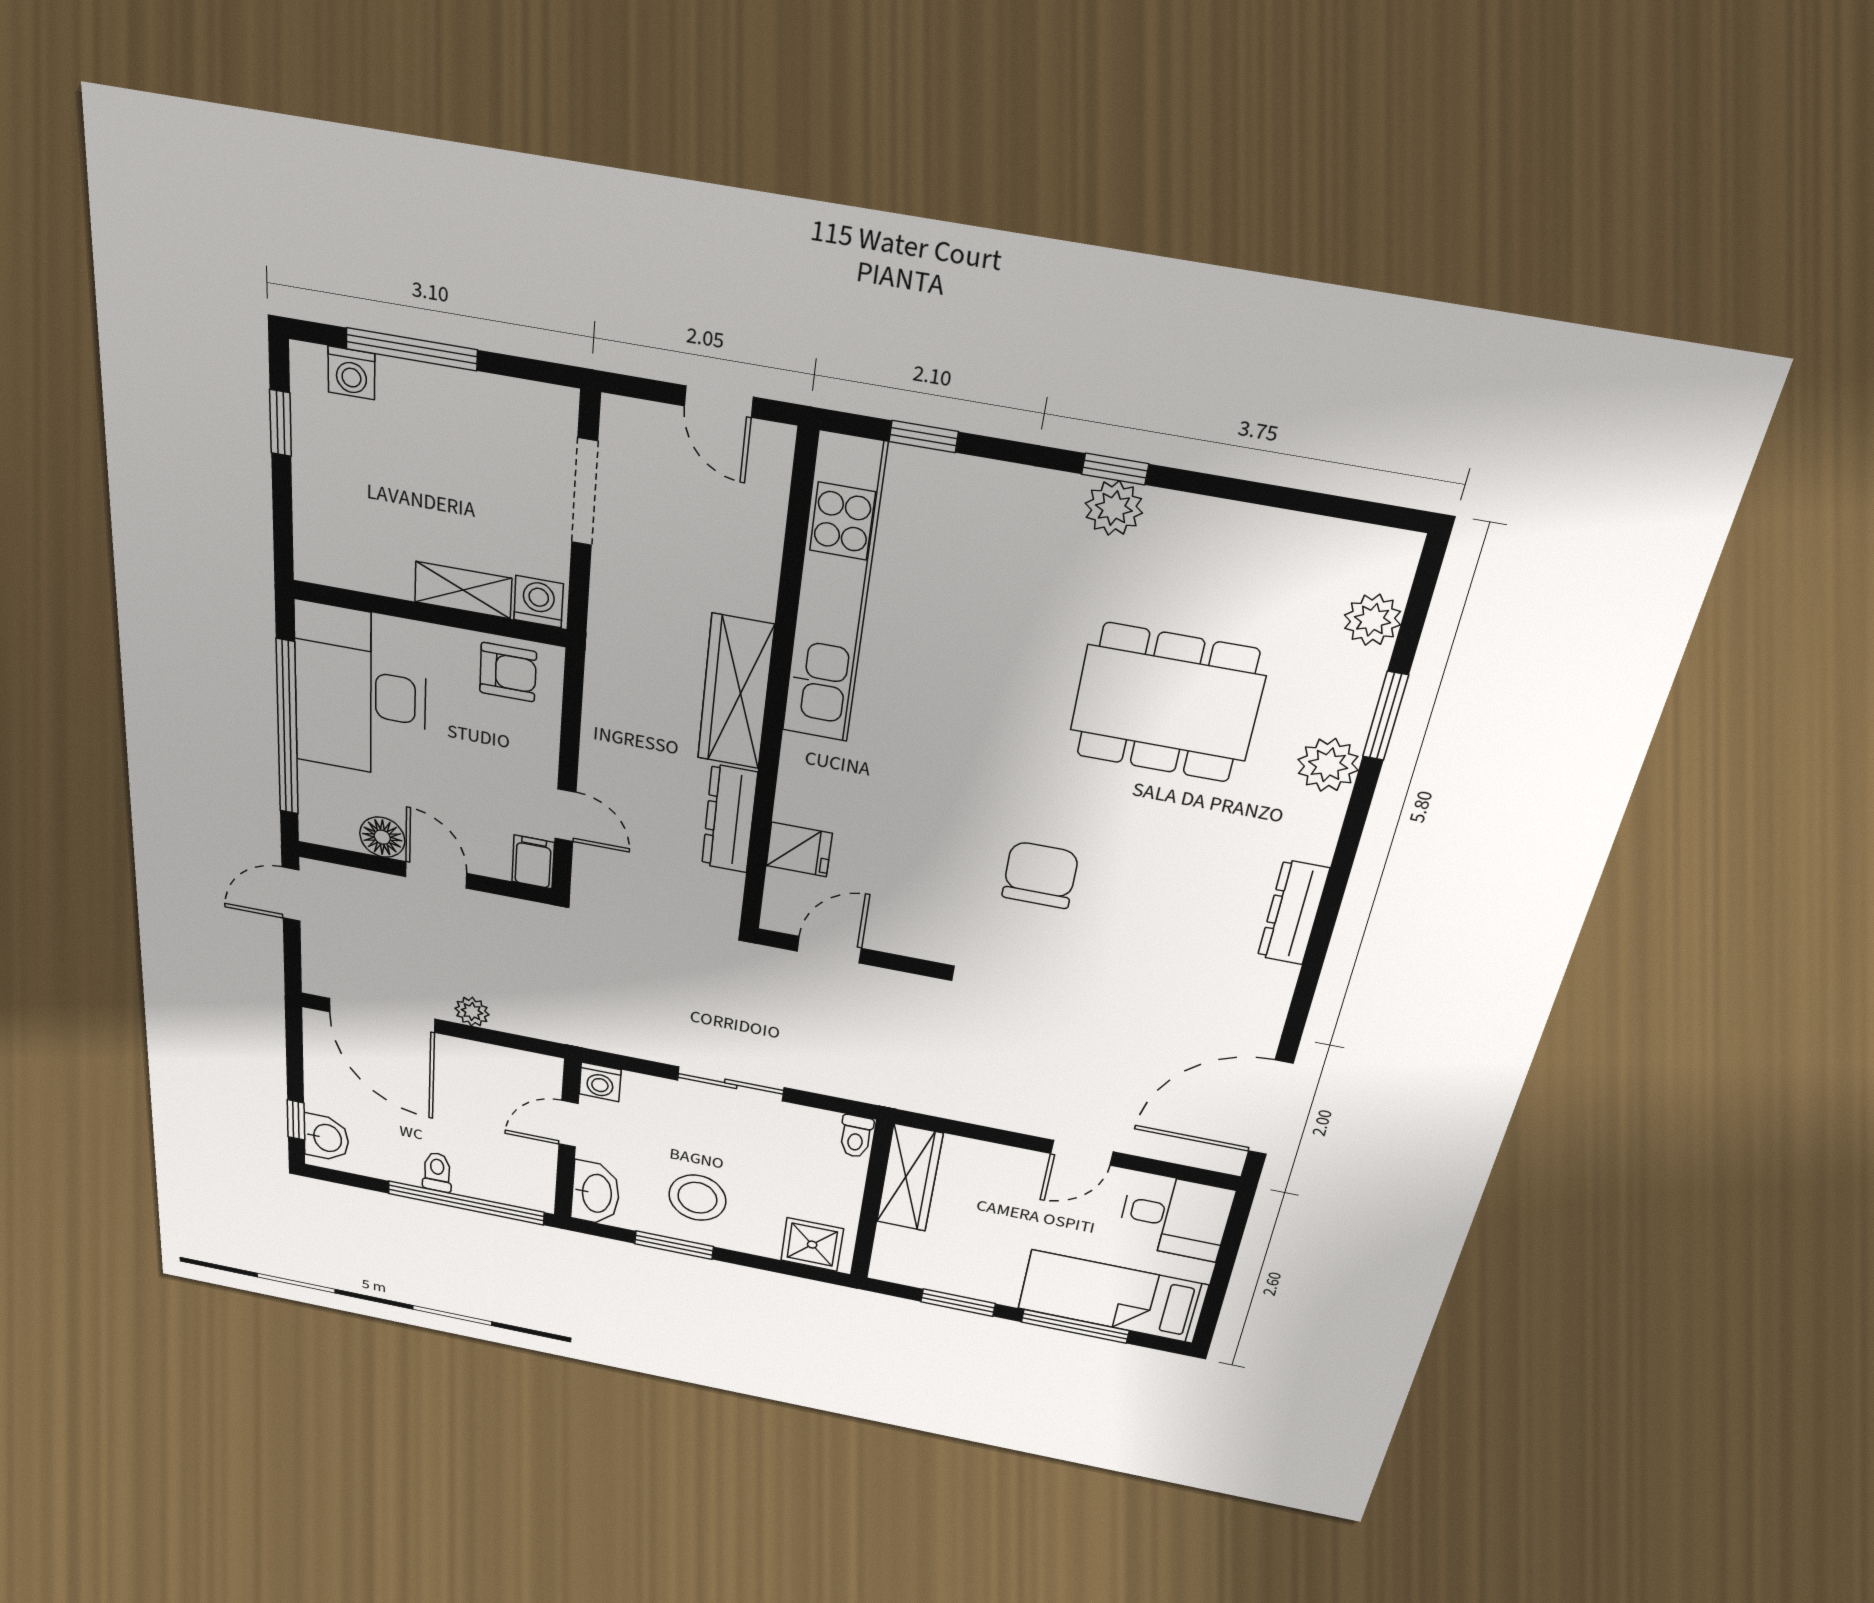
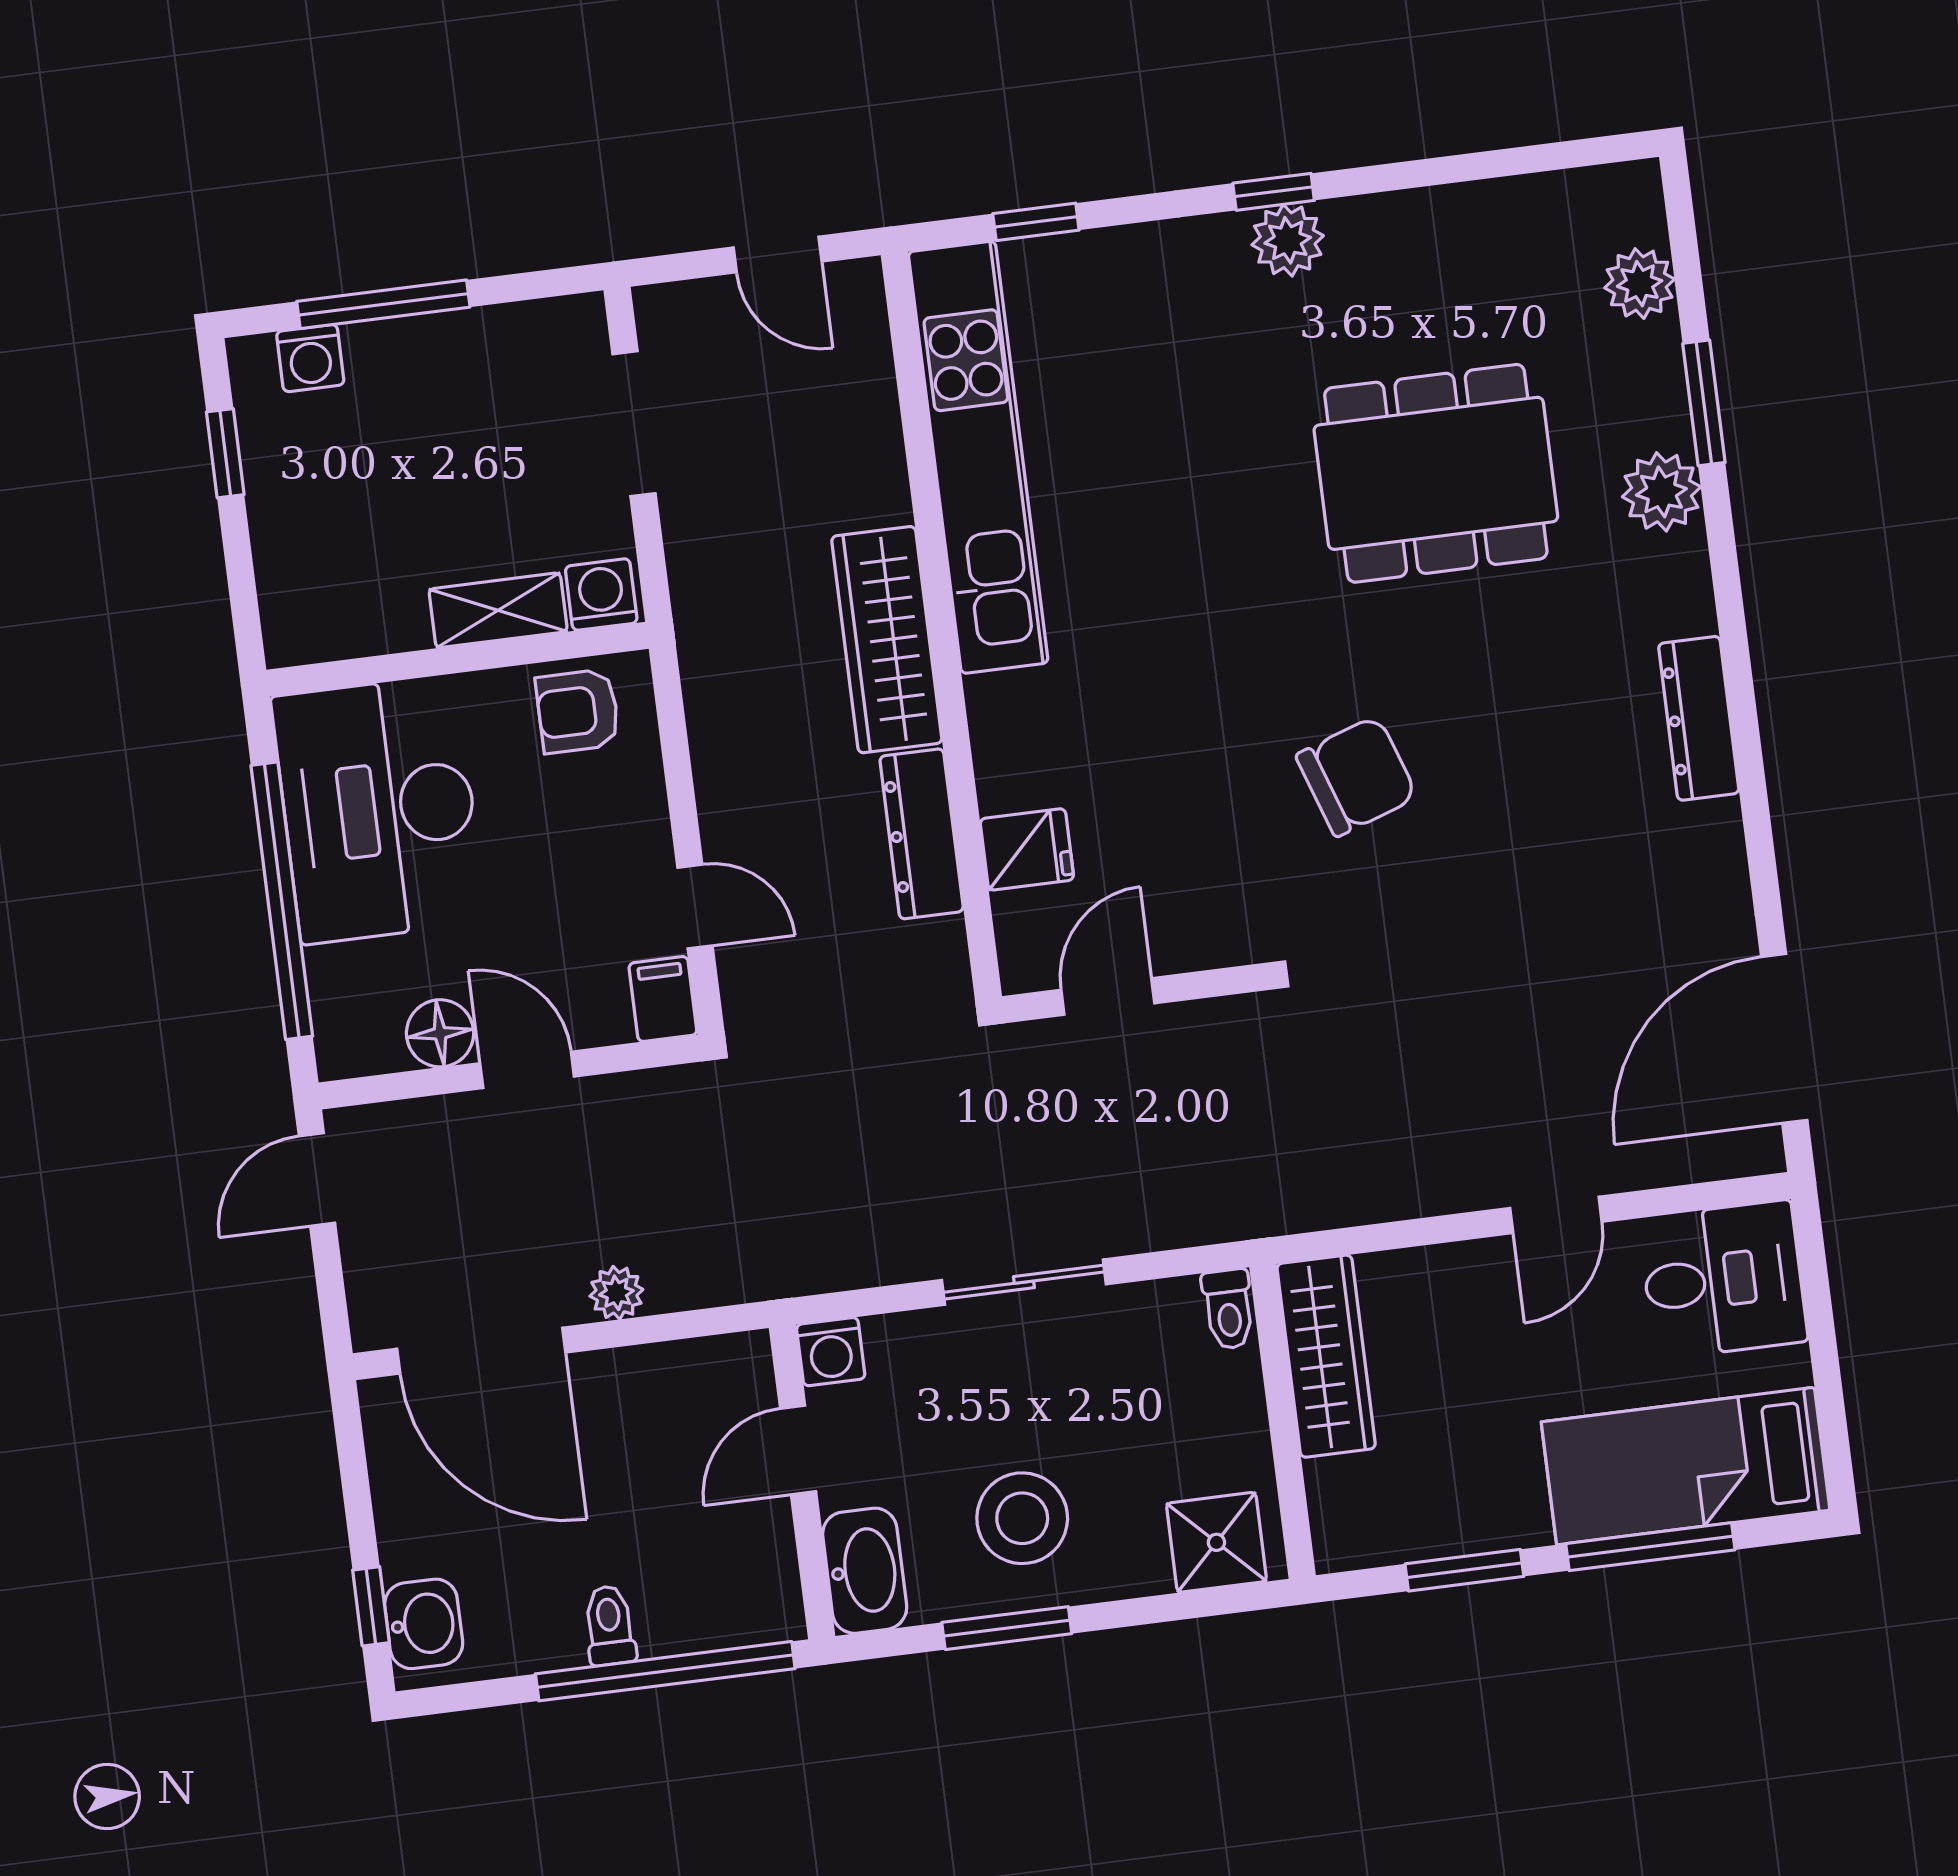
armchair: (508, 672) -> (578, 711), turned 180
chair: (1040, 875) -> (1357, 776), turned 71

